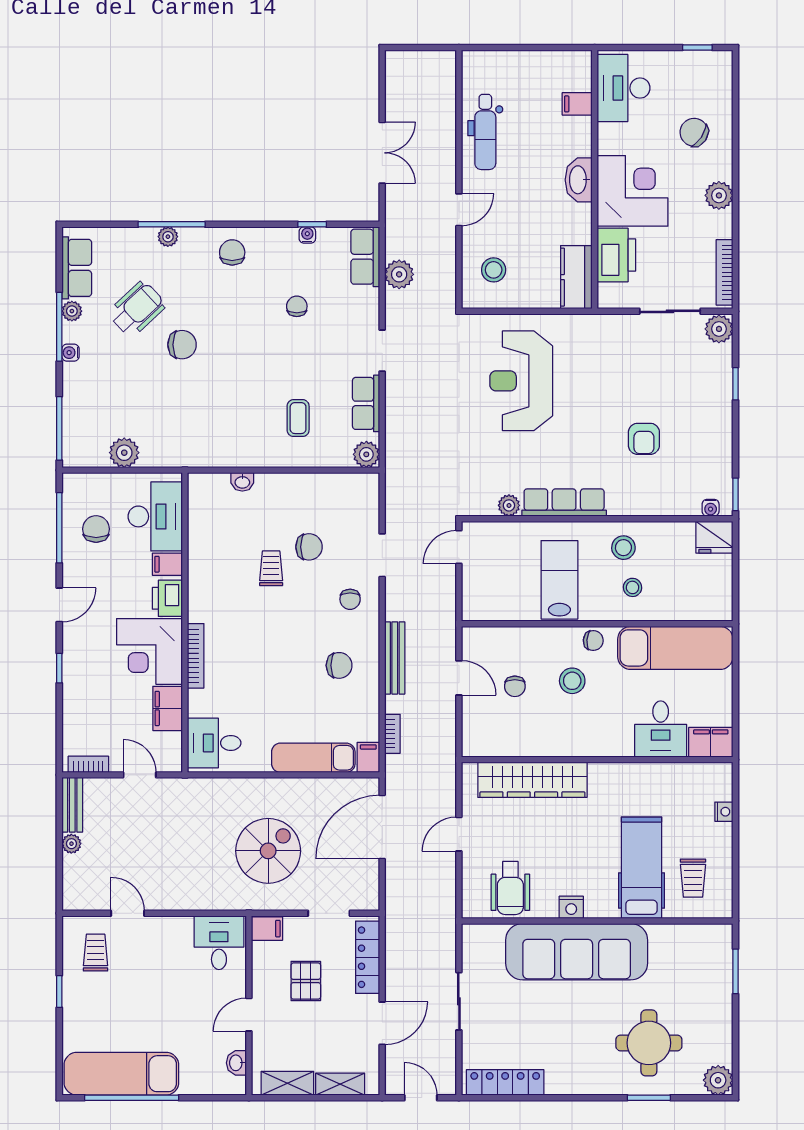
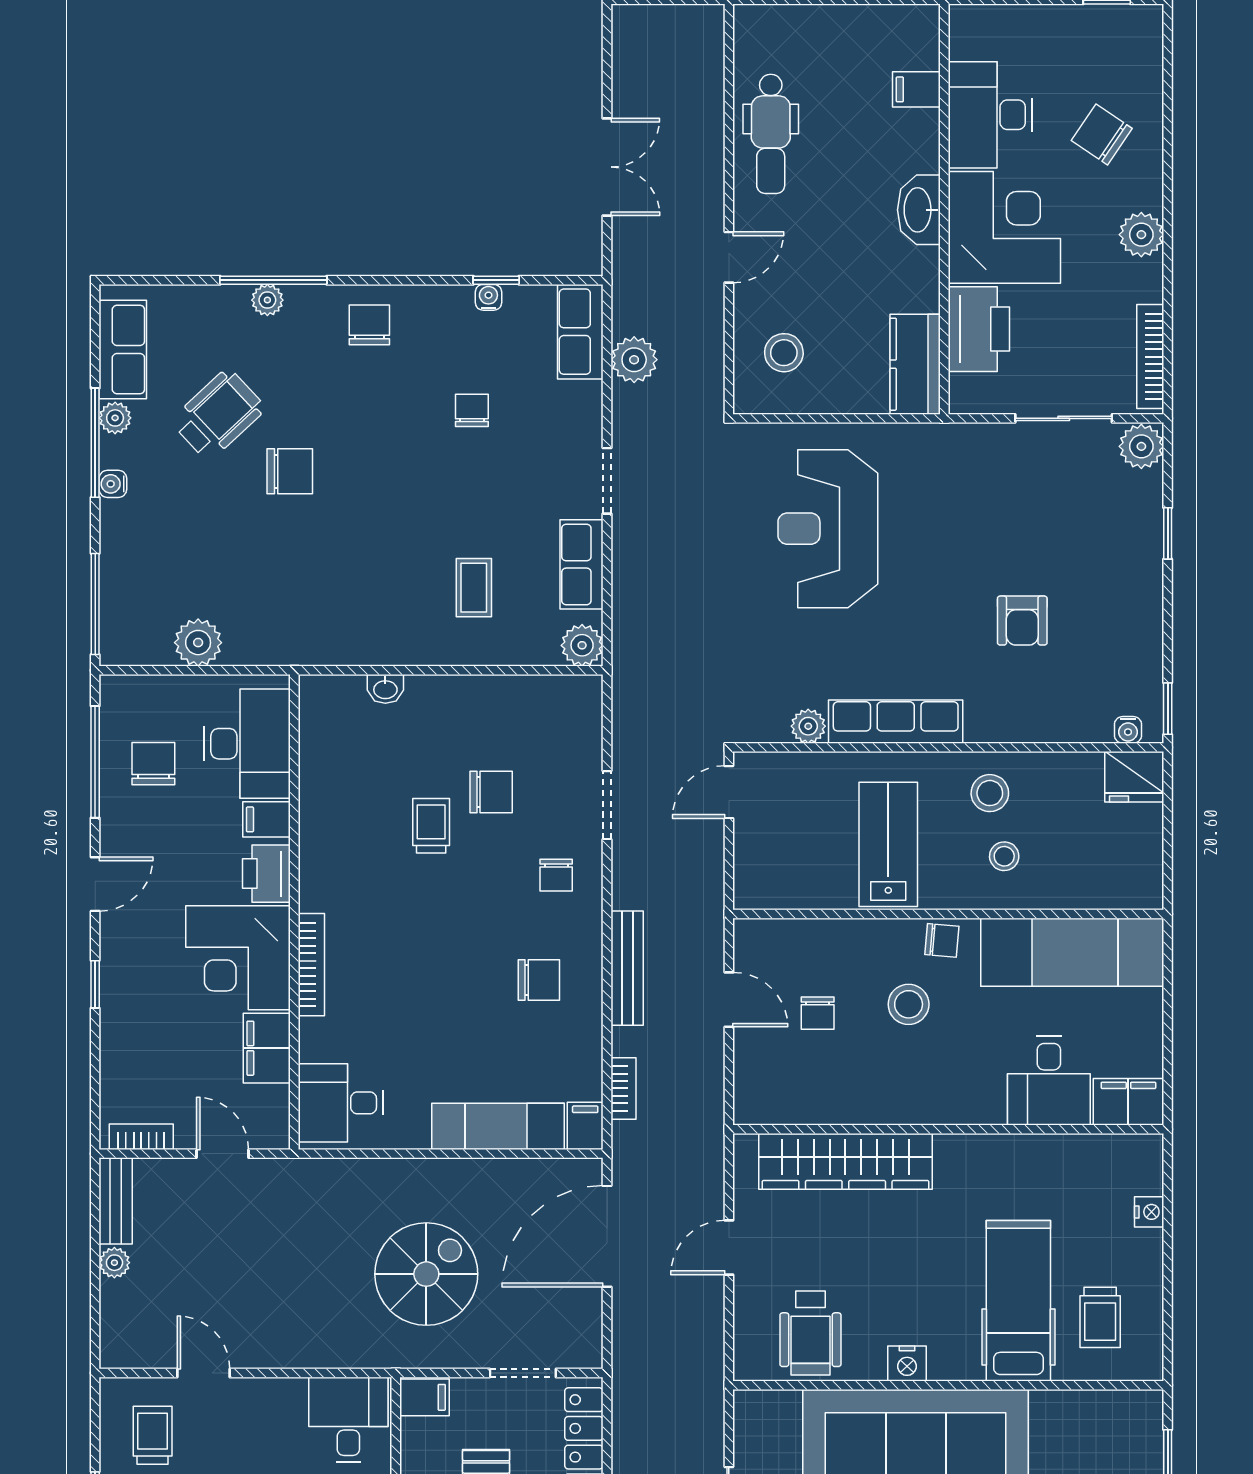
desk: (624, 88) -> (990, 115), moved

